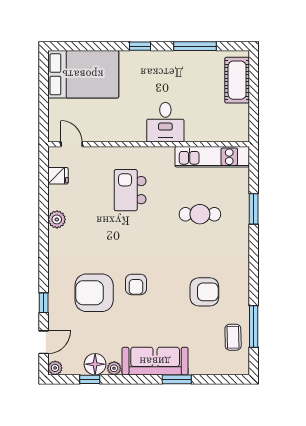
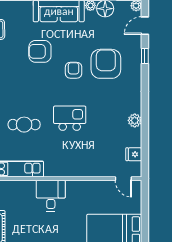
kitchen island: (130, 190) -> (70, 118), moved, turned -90
armchair: (204, 292) -> (40, 51), moved
armchair: (94, 293) -> (106, 64), turned -90

